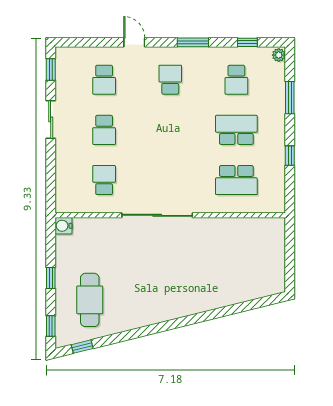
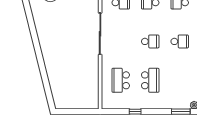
school desk: (236, 80) -> (150, 41), moved, turned 180
window: (290, 98) -> (181, 112), moved

